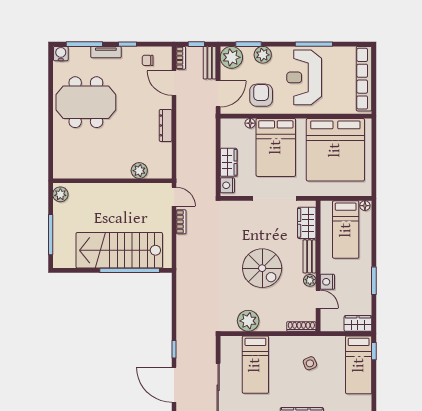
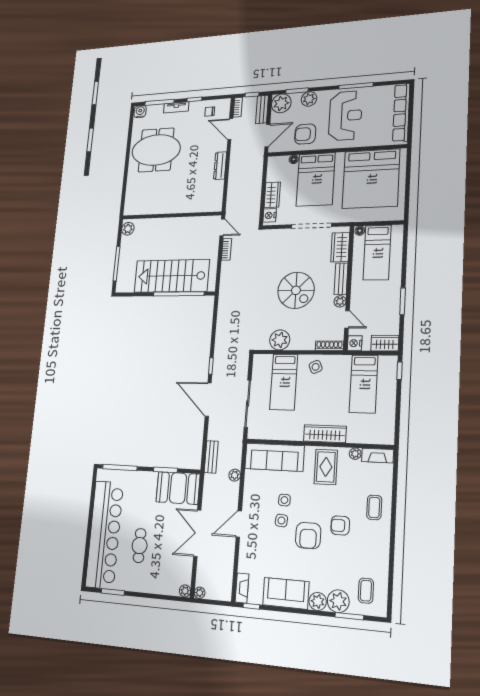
reception desk: (304, 77) -> (345, 116), turned 180
armchair: (261, 95) -> (305, 134), turned -90
plant: (139, 171) -> (195, 206), removed
floor lamp: (365, 206) -> (360, 231), moved
nightstand: (327, 282) -> (355, 343), moved
side table: (310, 363) -> (316, 367), moved
bed: (359, 365) -> (364, 384), moved

